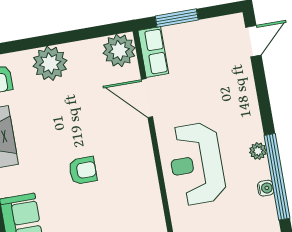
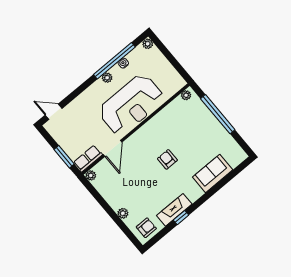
plant: (119, 50) -> (91, 175), width x0.53, depth x0.53
plant: (50, 63) -> (123, 213), width x0.53, depth x0.53
reception desk: (196, 164) -> (131, 105), width x1.36, depth x1.30

